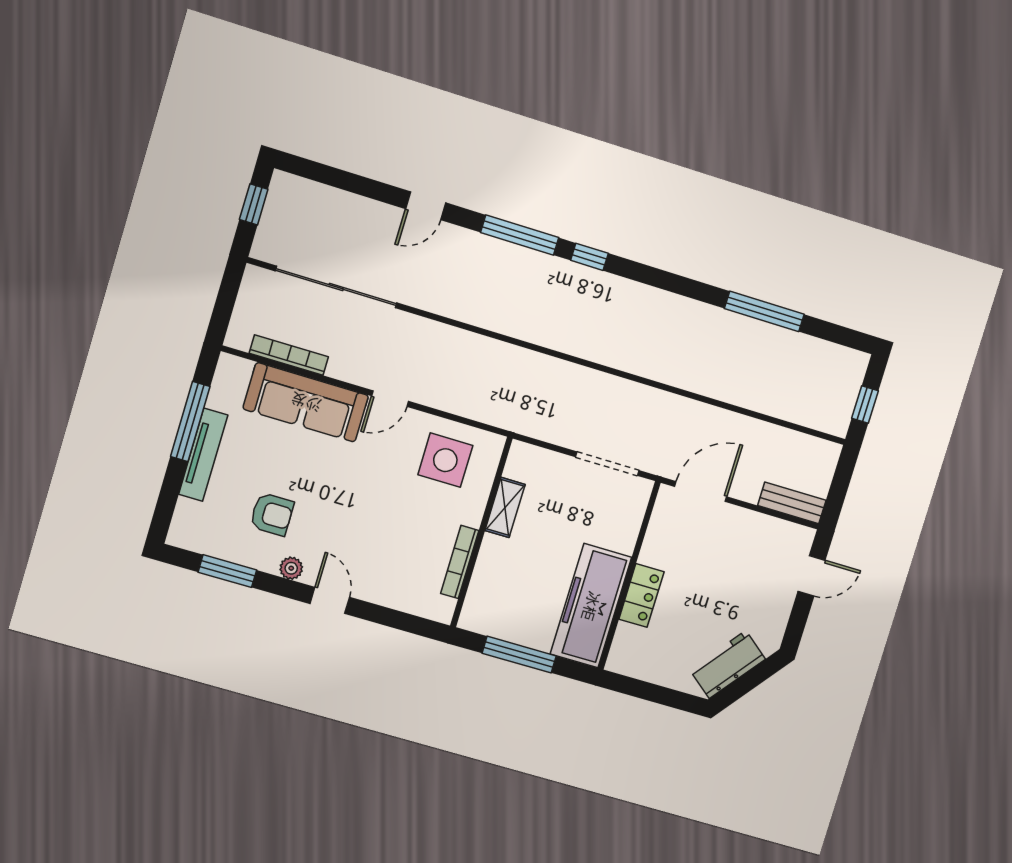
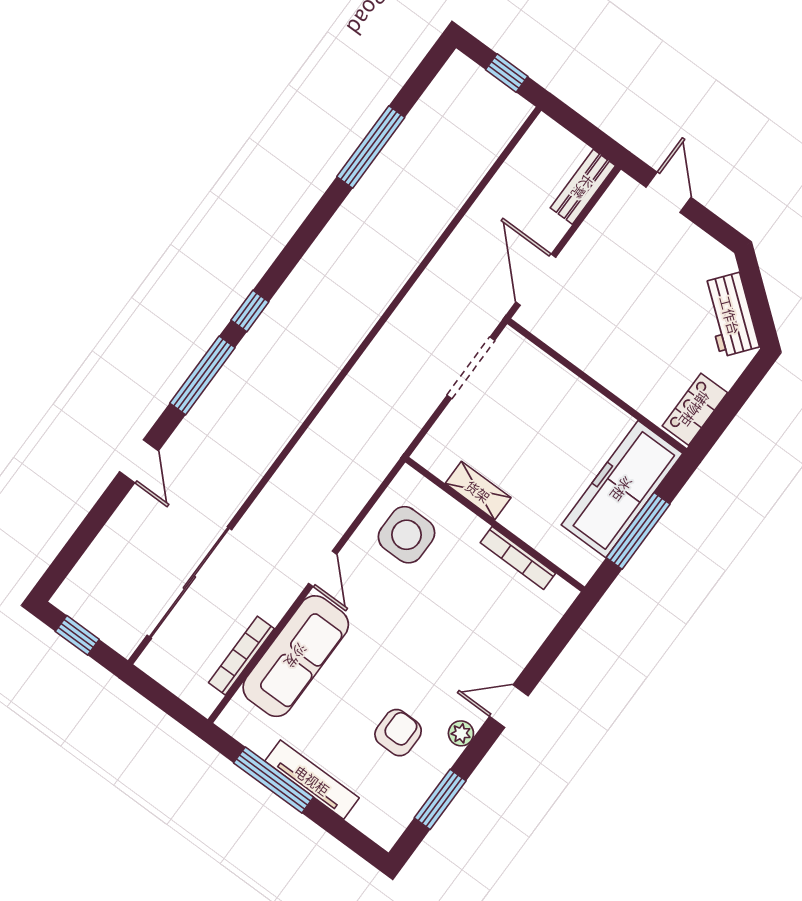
locker: (641, 595) -> (695, 409), moved, turned -90
freezer: (591, 606) -> (622, 489), moved, turned 90

